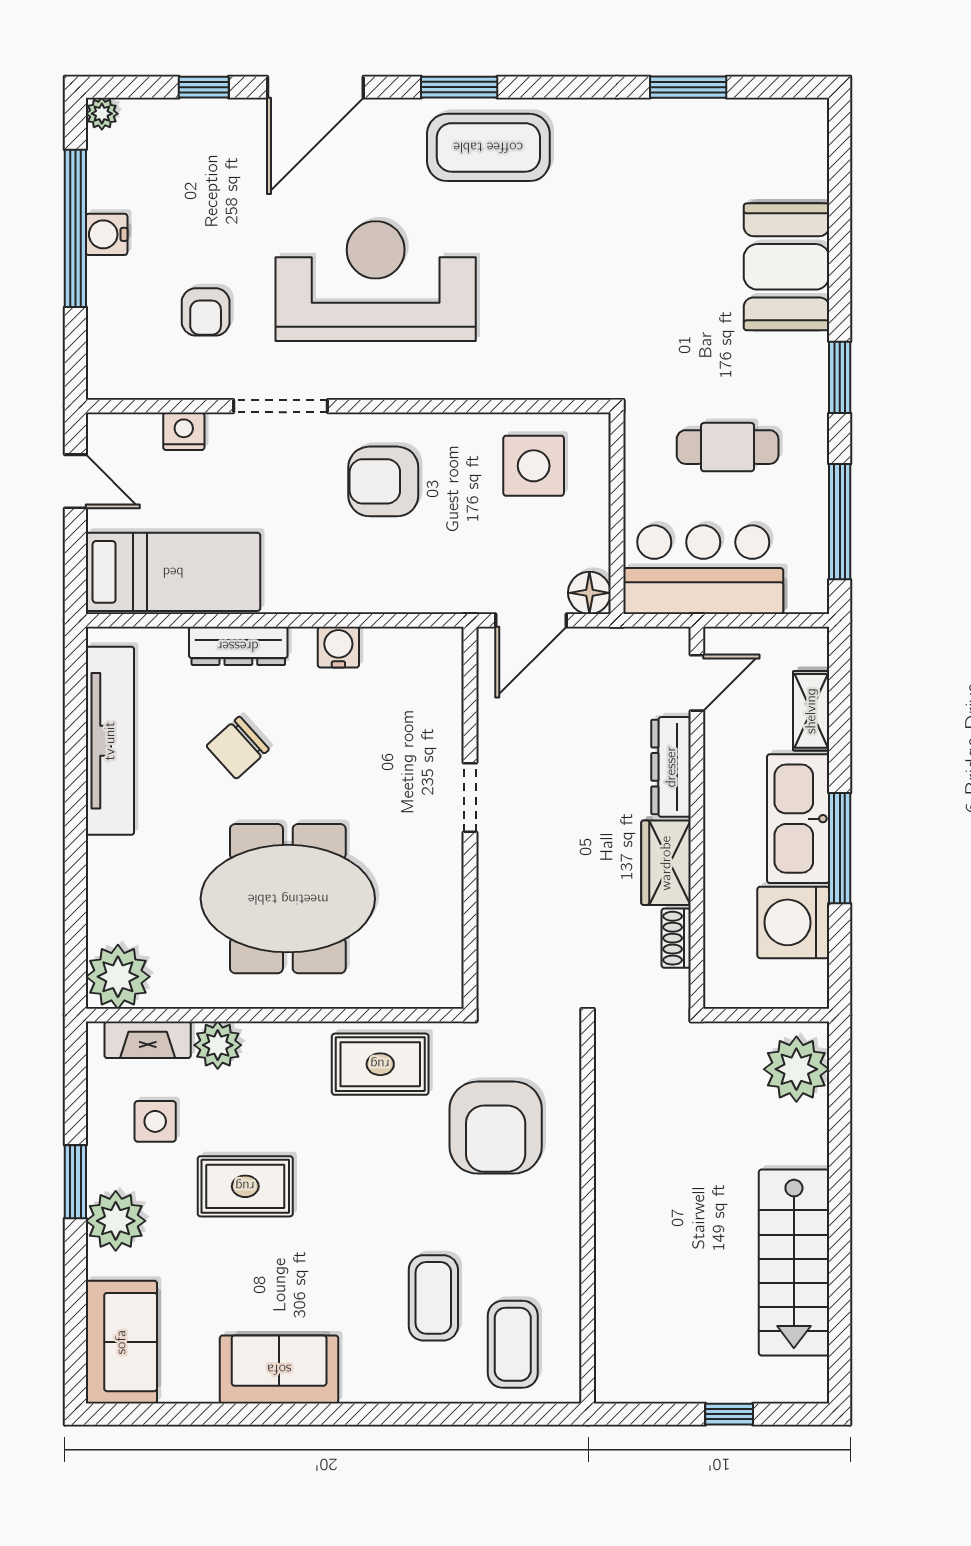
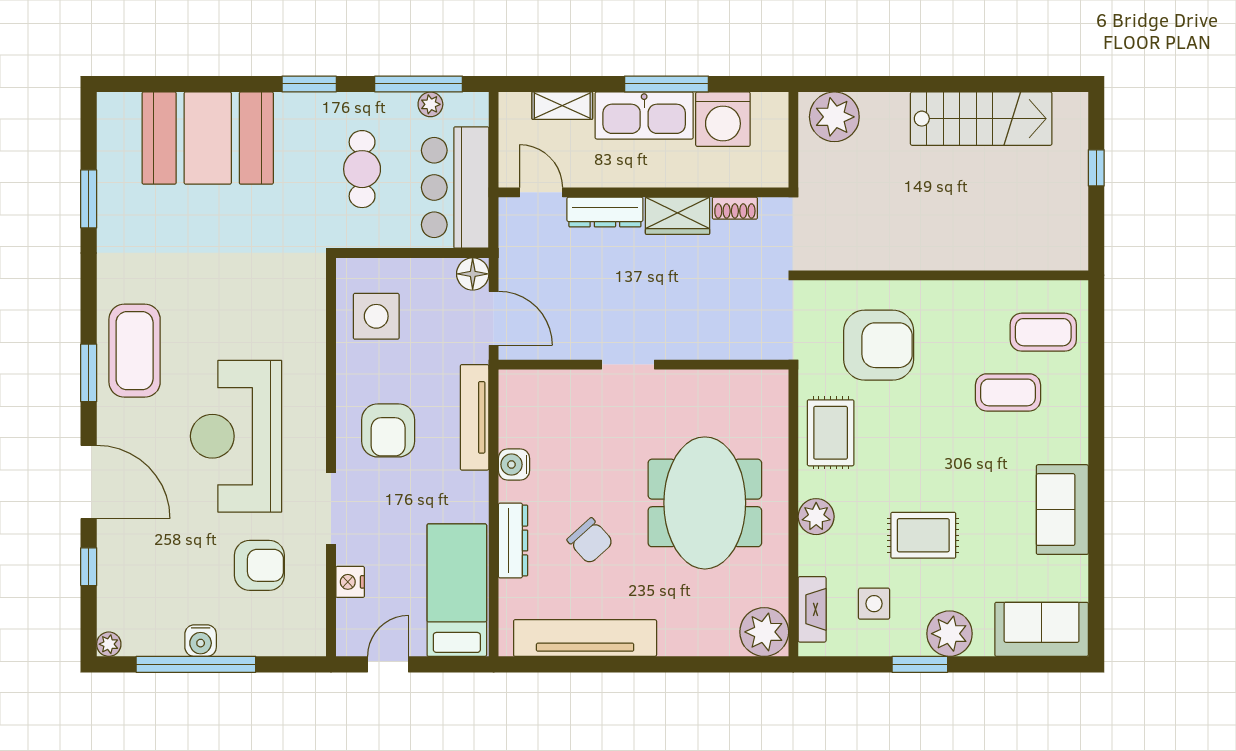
booth: (786, 267) -> (208, 138), width x1.36, depth x1.42
armchair: (206, 312) -> (259, 565), width x1.38, depth x1.38
plant: (813, 537) -> (430, 104), added
tv unit: (401, 595) -> (475, 417), added
plant: (218, 1045) -> (816, 517), moved
rug: (245, 1186) -> (923, 535), turned 90

